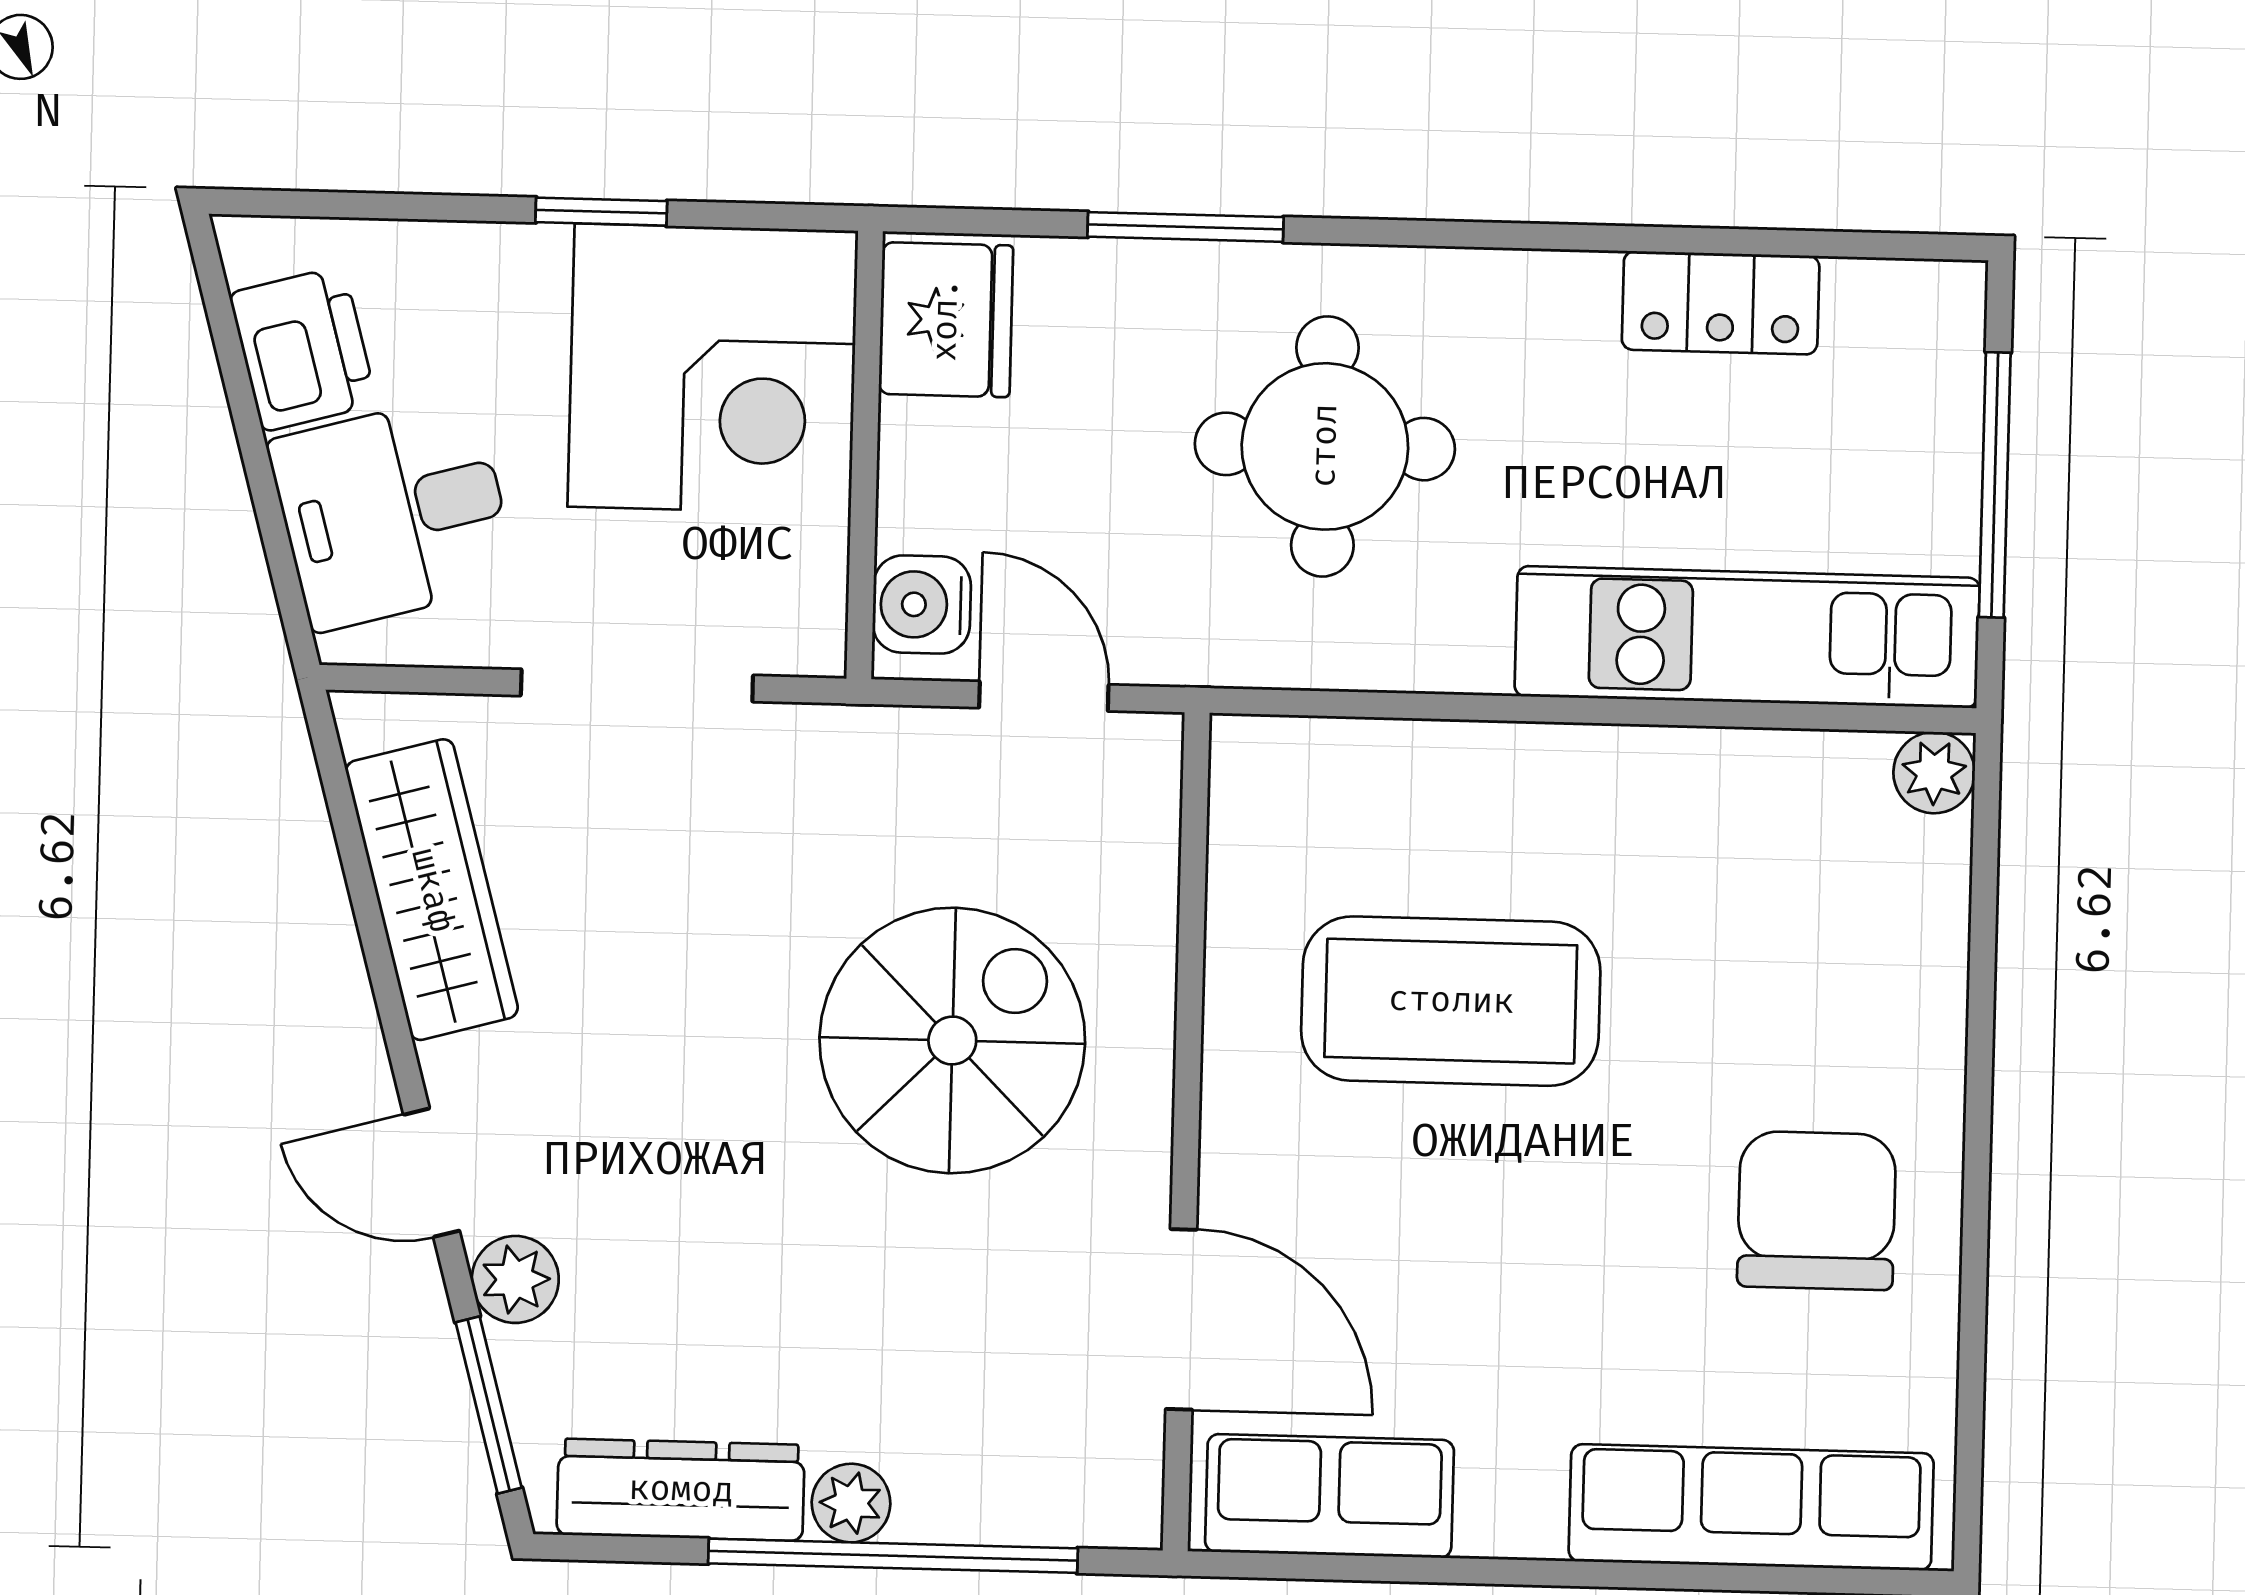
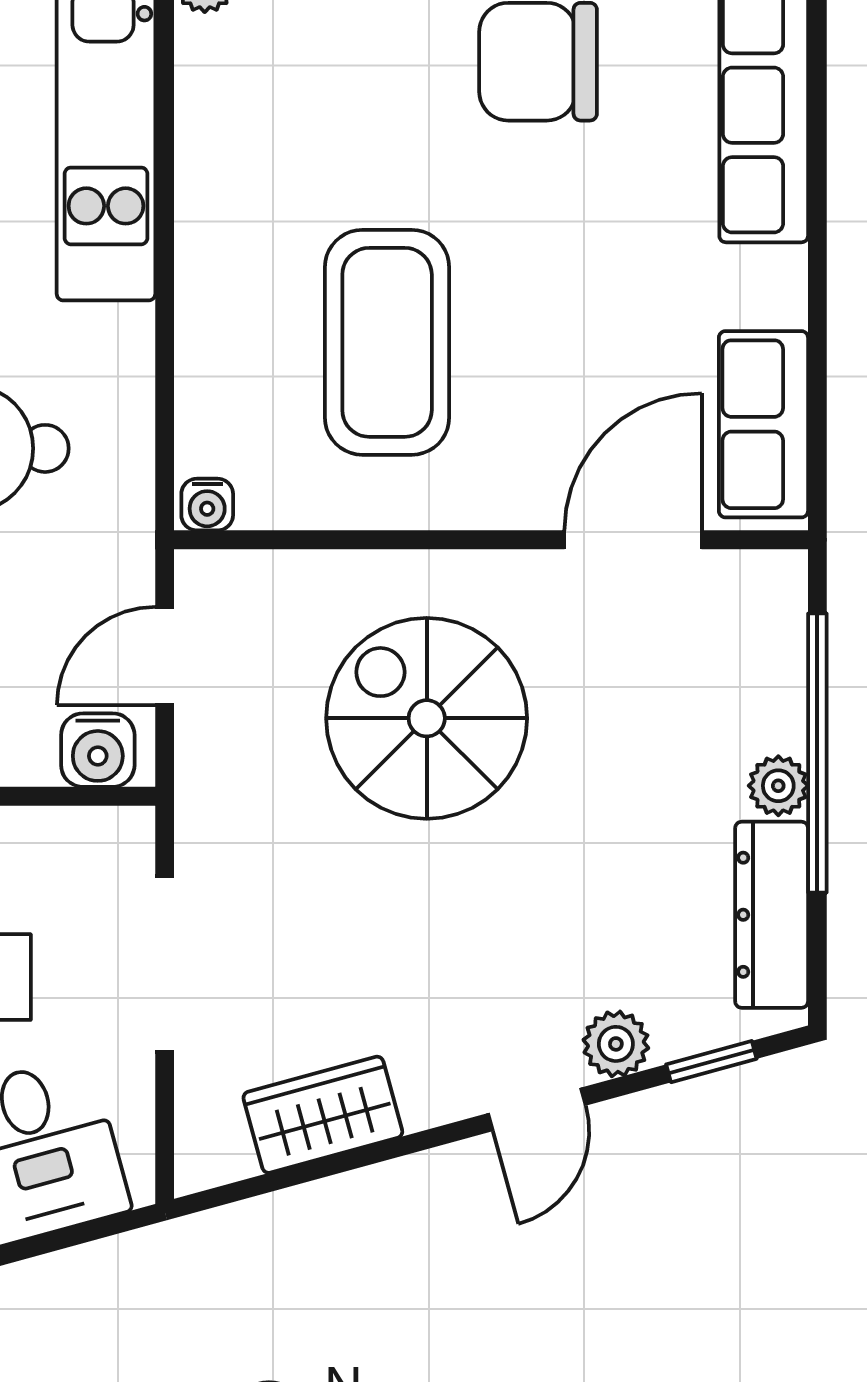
water cooler: (1243, 758) -> (207, 505), added
wardrobe: (432, 890) -> (323, 1115), width x0.67
window: (489, 1405) -> (711, 1062), width x0.67

